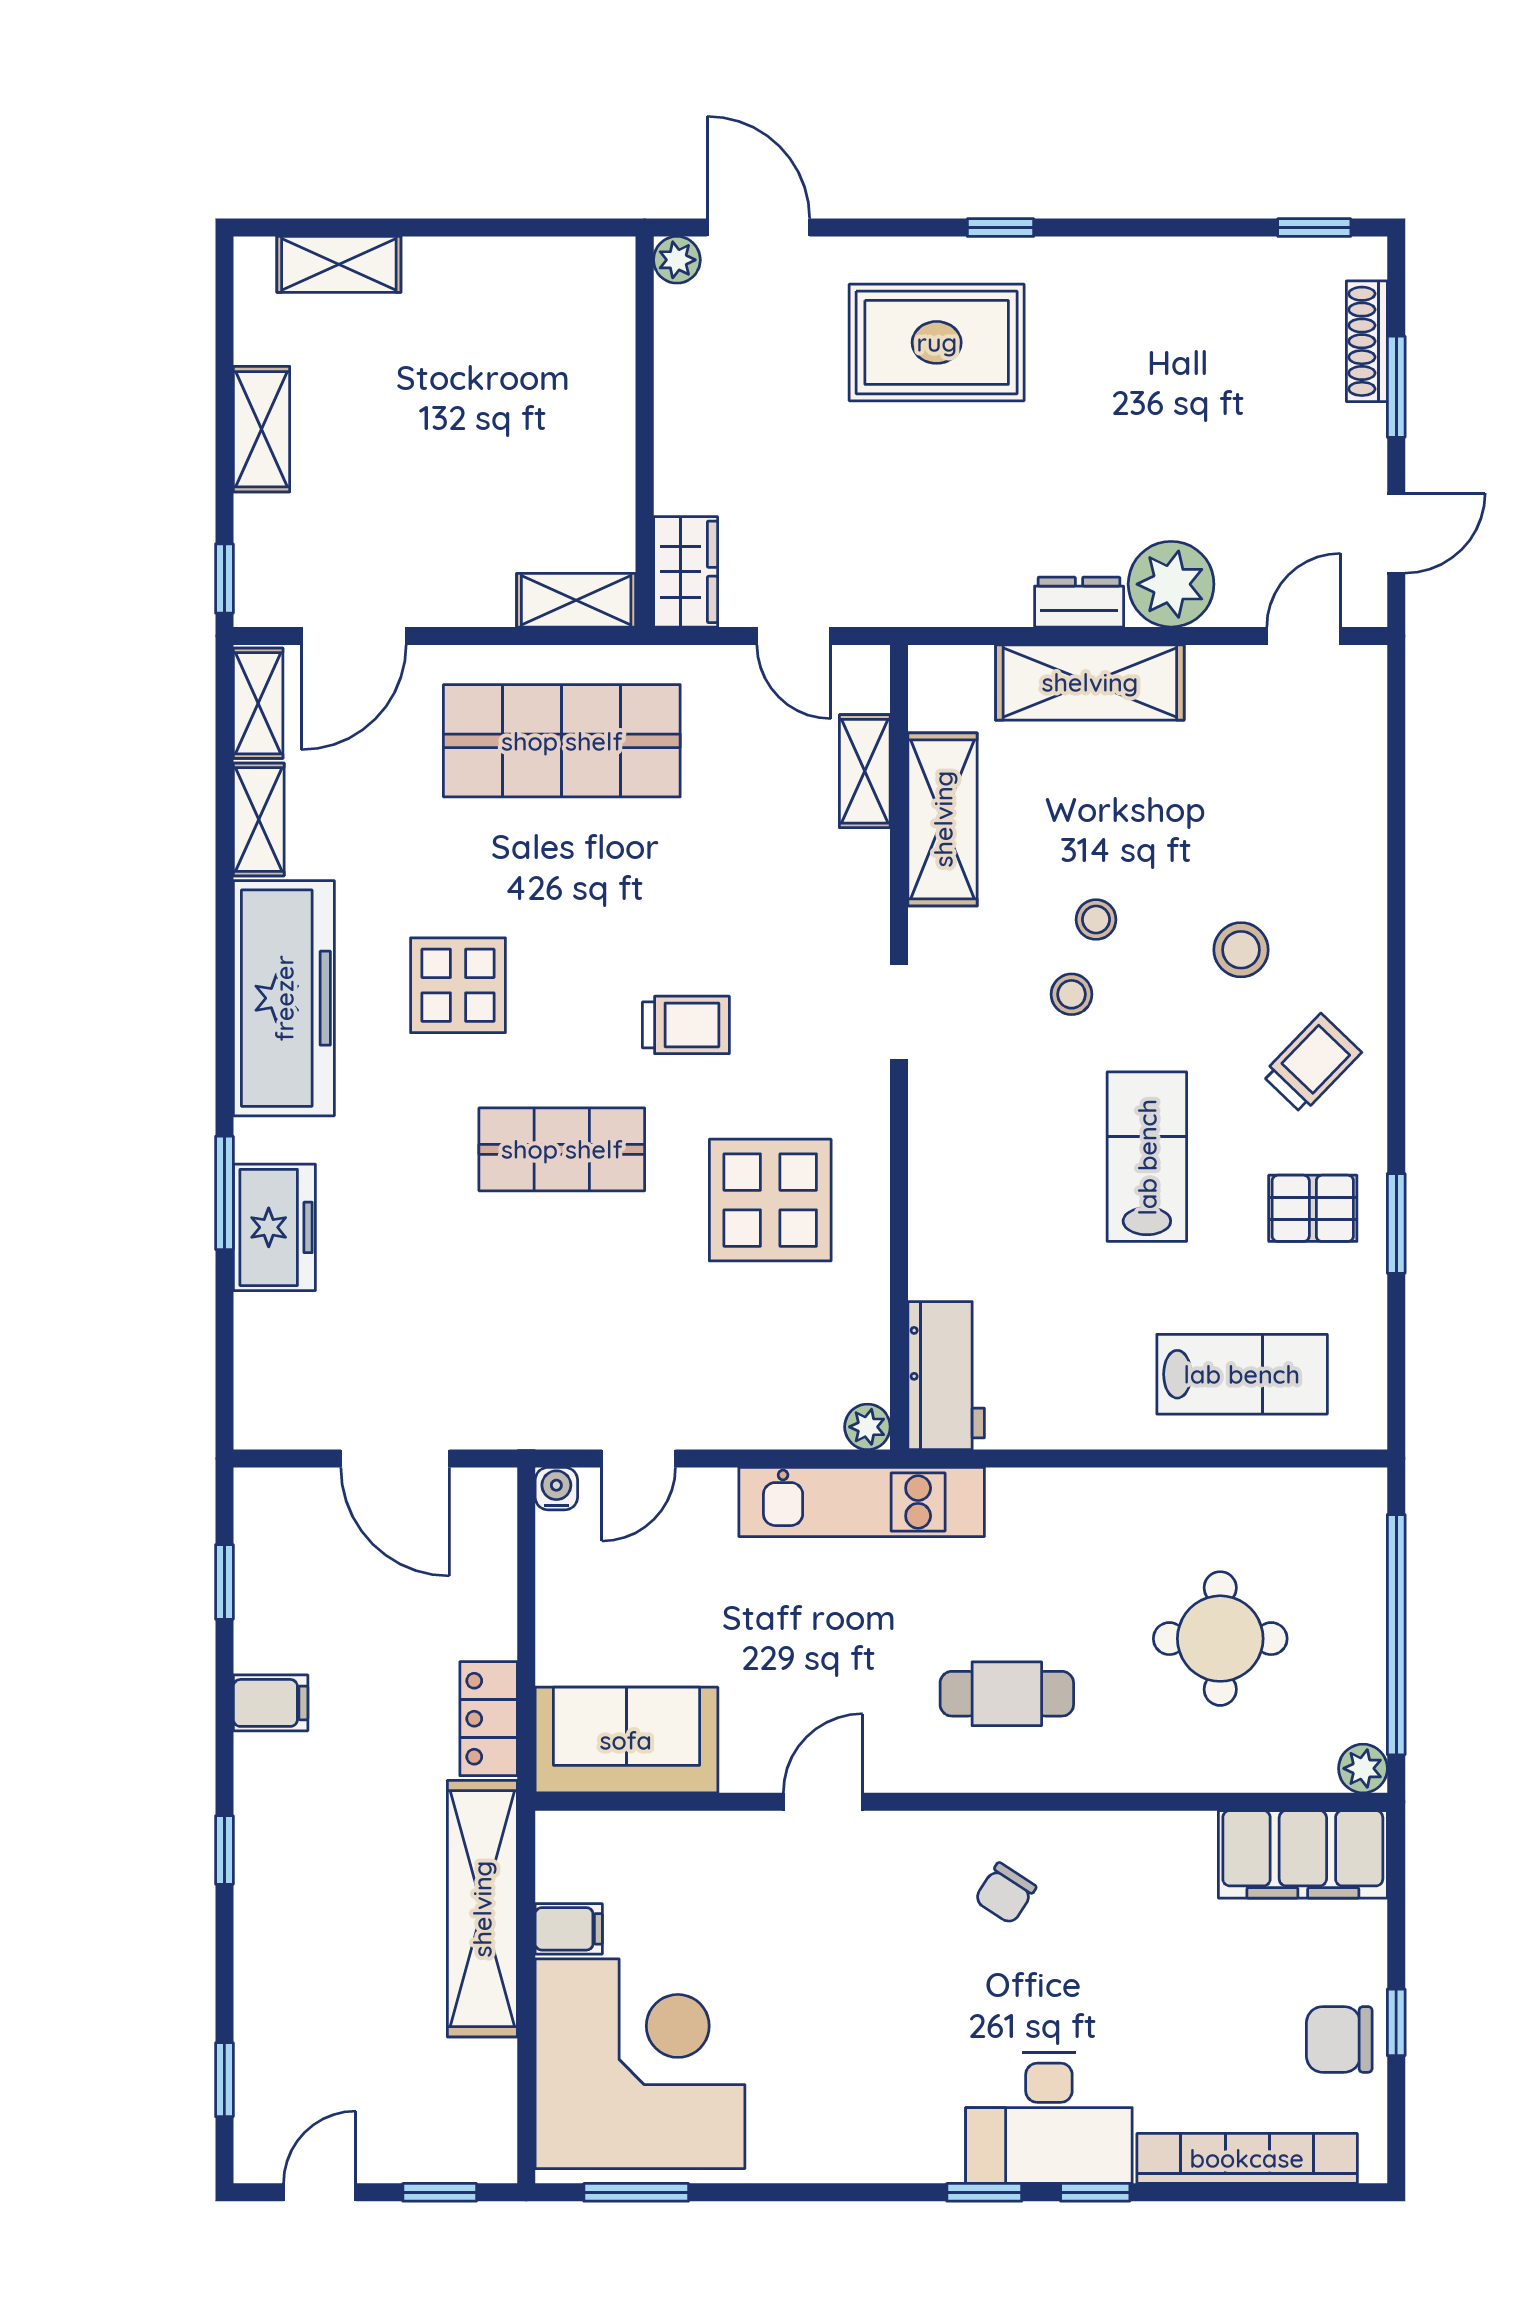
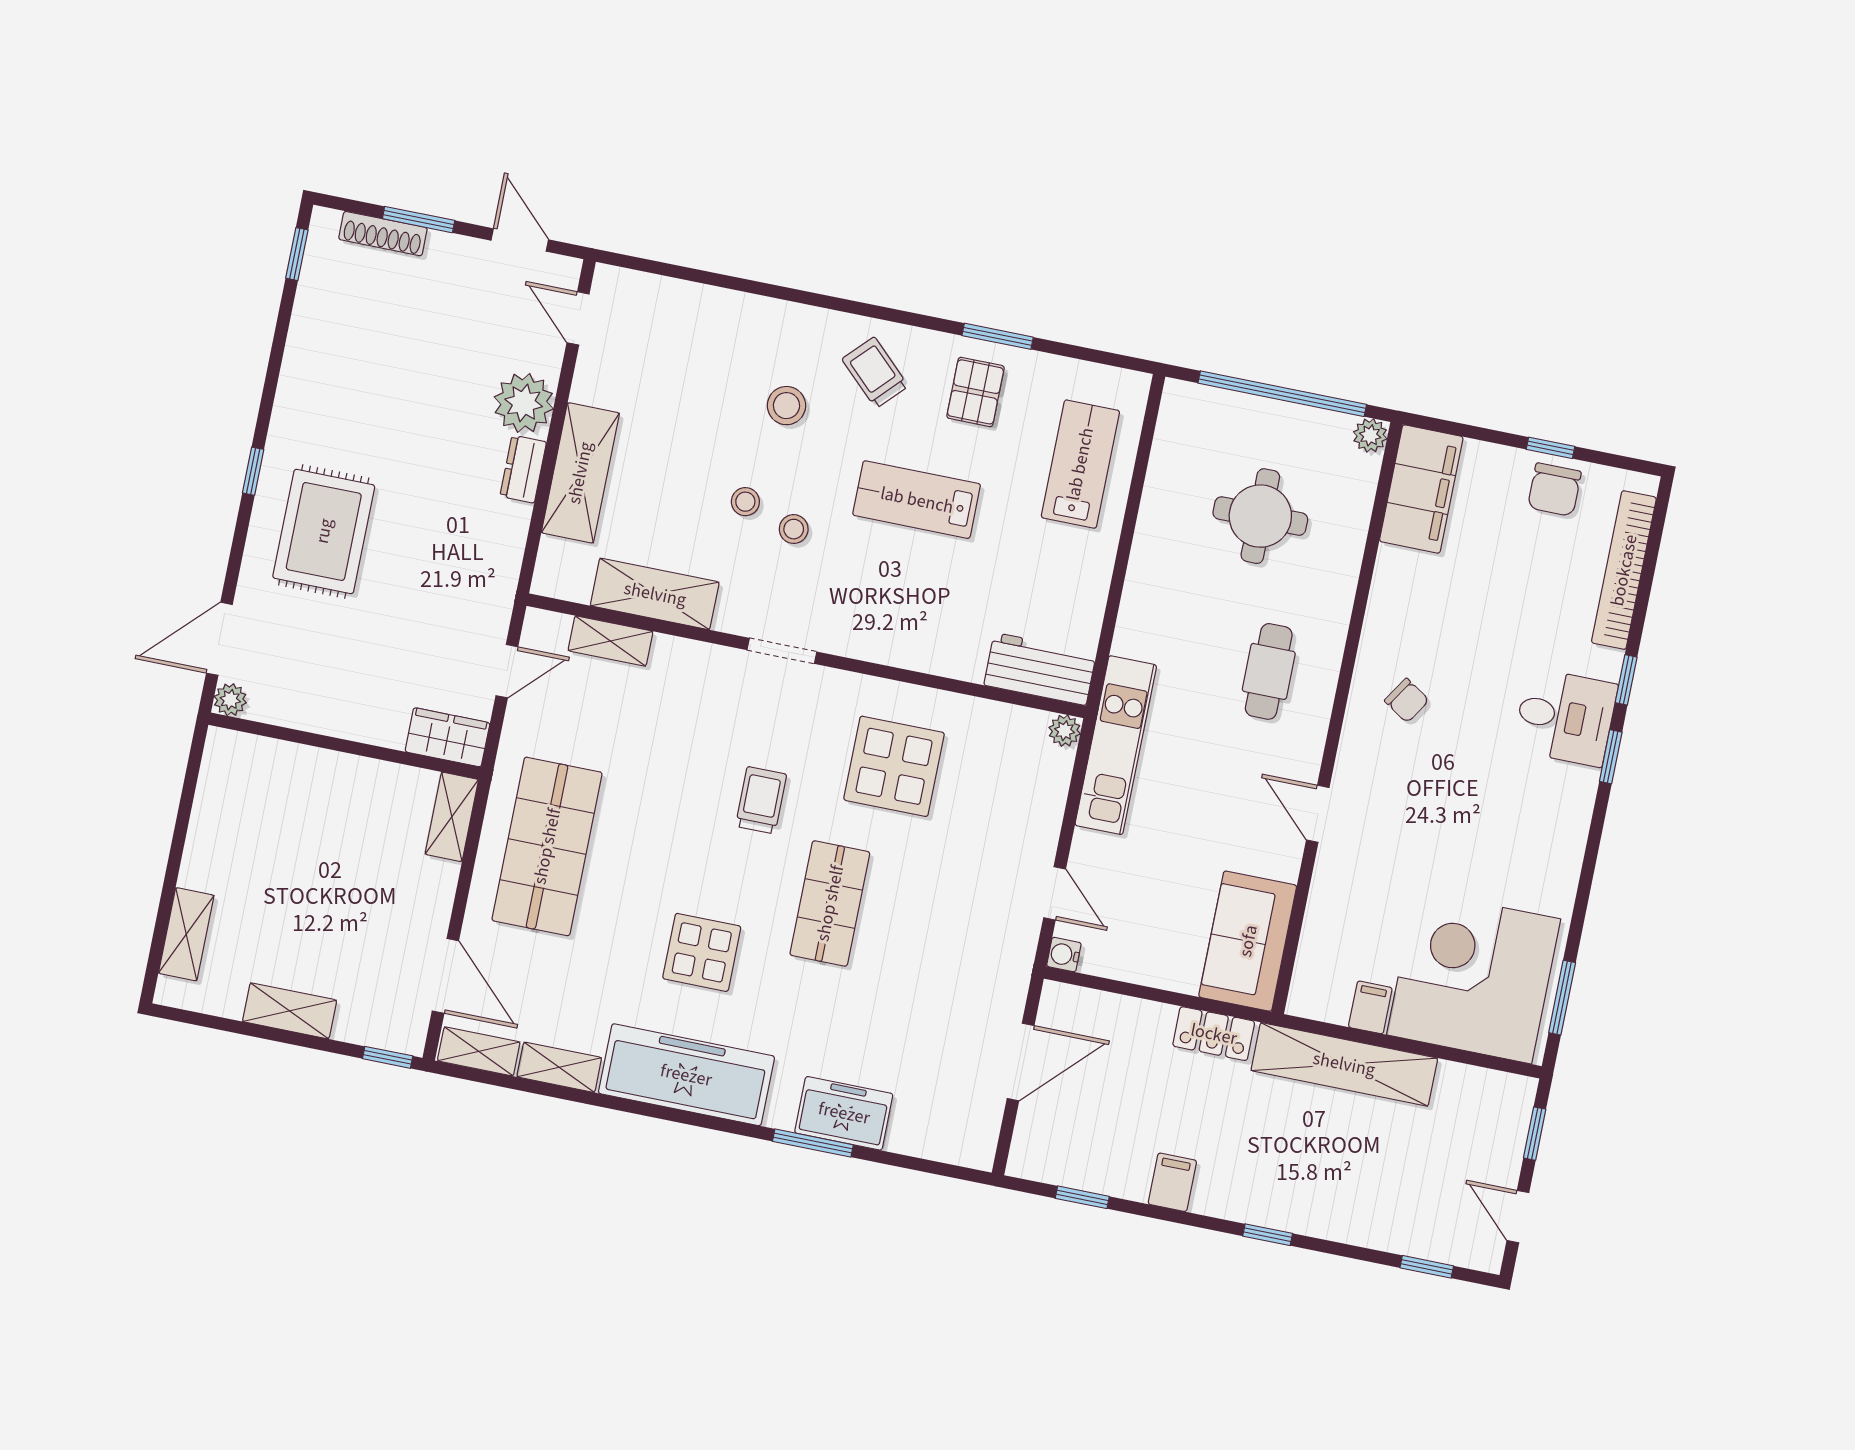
desk: (1049, 2118) -> (1565, 717), width x0.73

